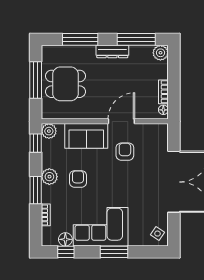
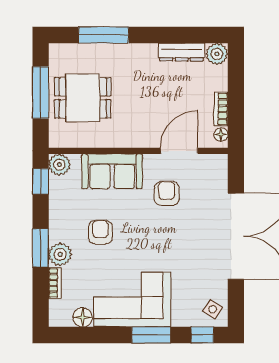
window: (136, 39) -> (183, 35), removed
dresser: (112, 51) -> (181, 52), moved
door: (121, 121) -> (179, 151), moved
plant: (49, 177) -> (60, 254), moved
window: (66, 252) -> (202, 335), moved

